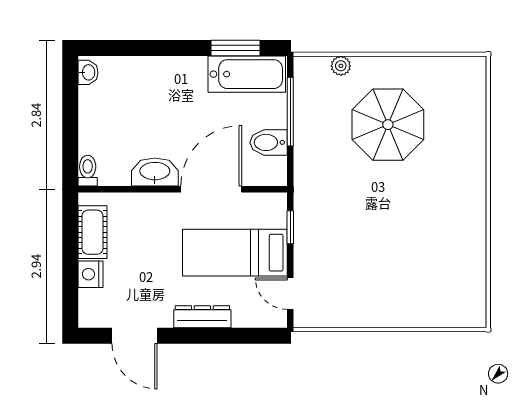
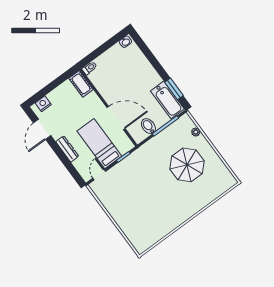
washbasin: (155, 172) -> (107, 93), removed
cot: (93, 232) -> (81, 84), moved, turned 90
nightstand: (90, 274) -> (43, 104), moved

